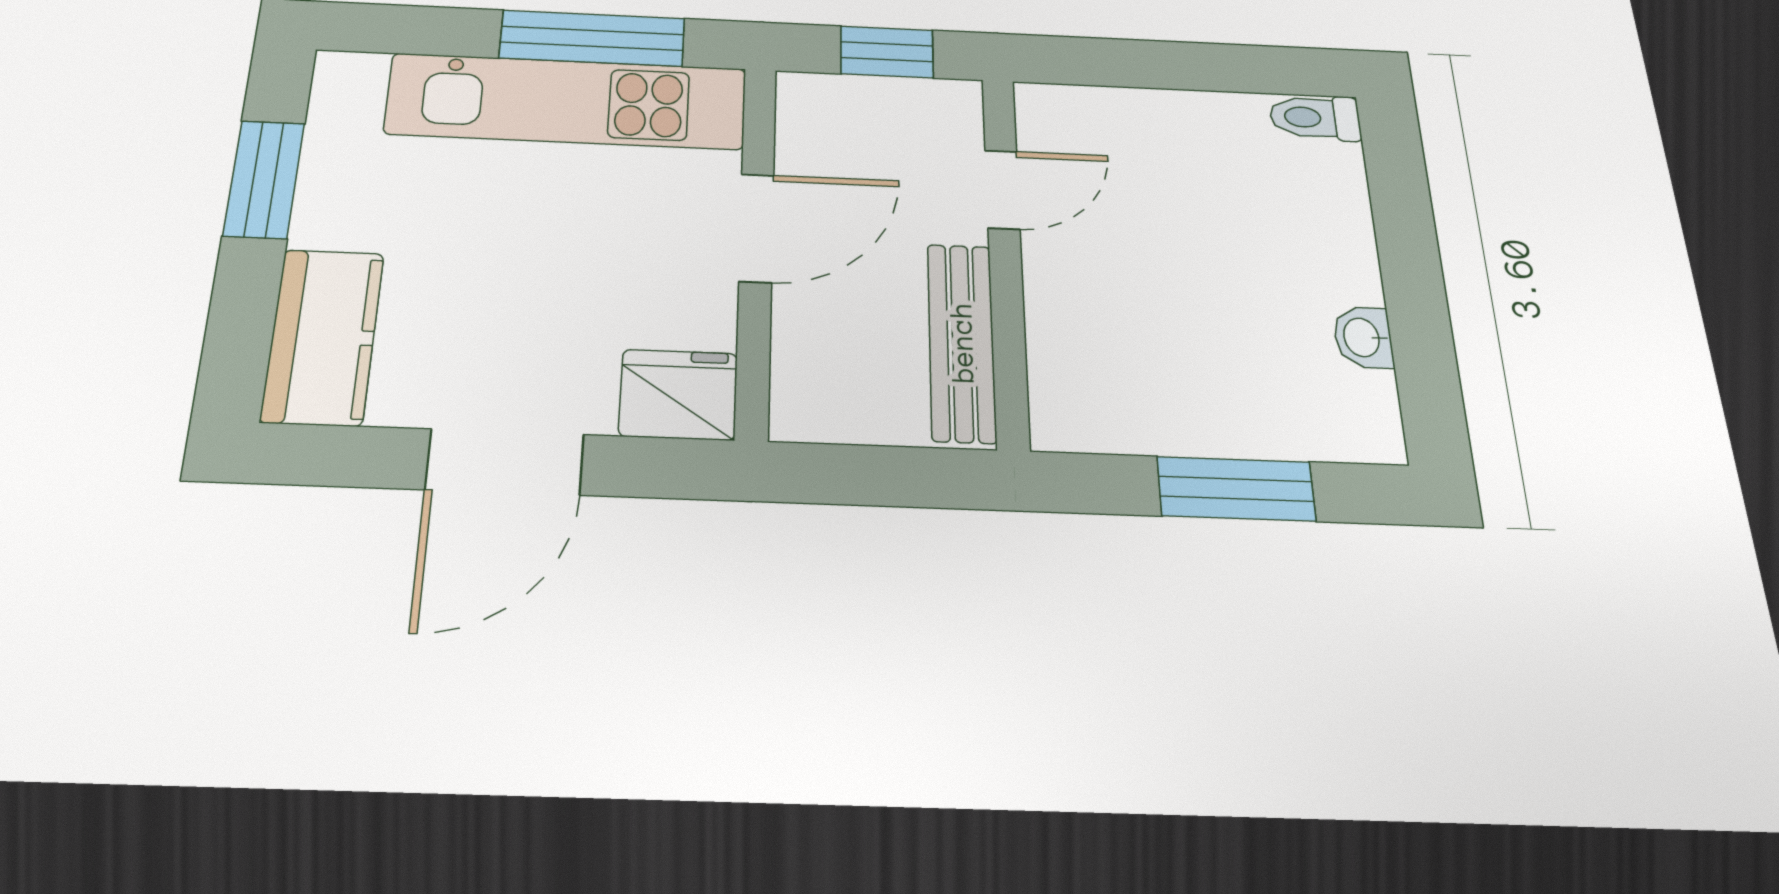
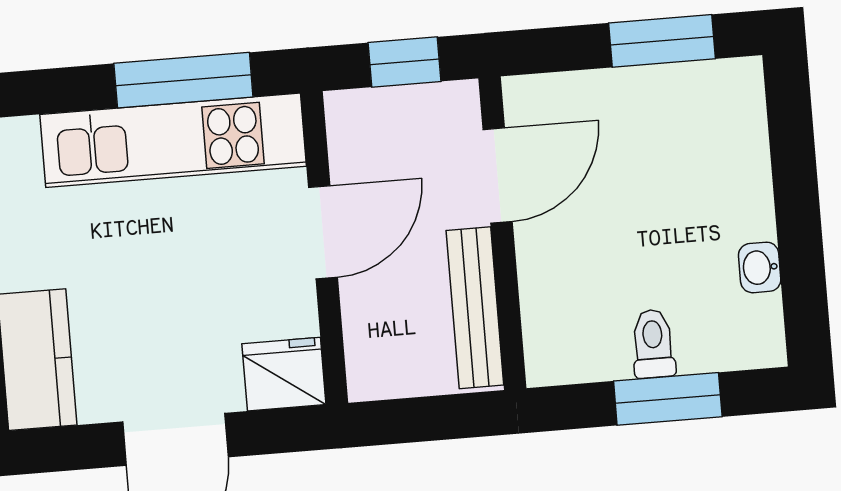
window: (1225, 68) -> (662, 41), added
toilet: (1315, 118) -> (653, 344), moved, turned 90
door: (1002, 190) -> (498, 175), width x1.38

